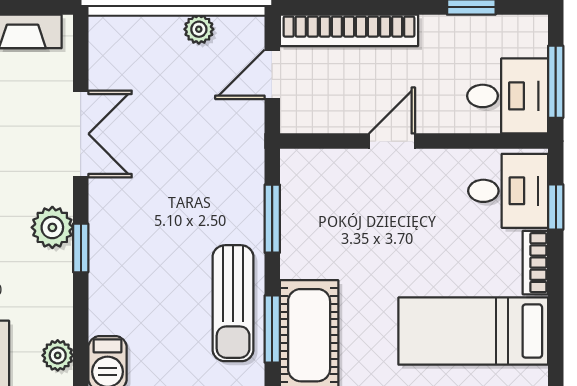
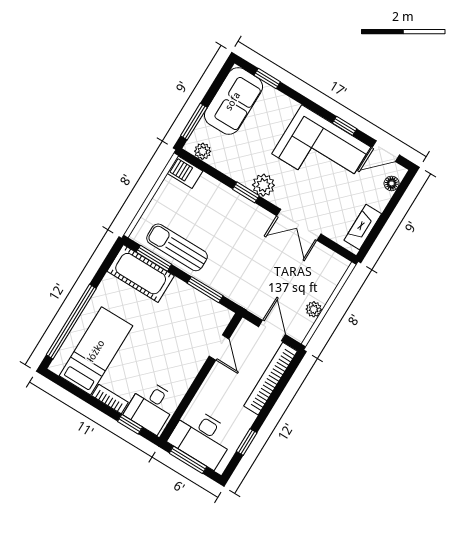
desk: (508, 96) -> (202, 437), width x1.37
door: (392, 141) -> (219, 348), moved

